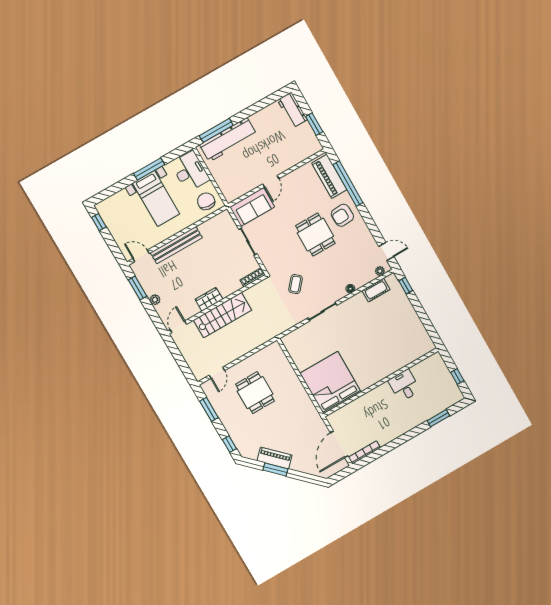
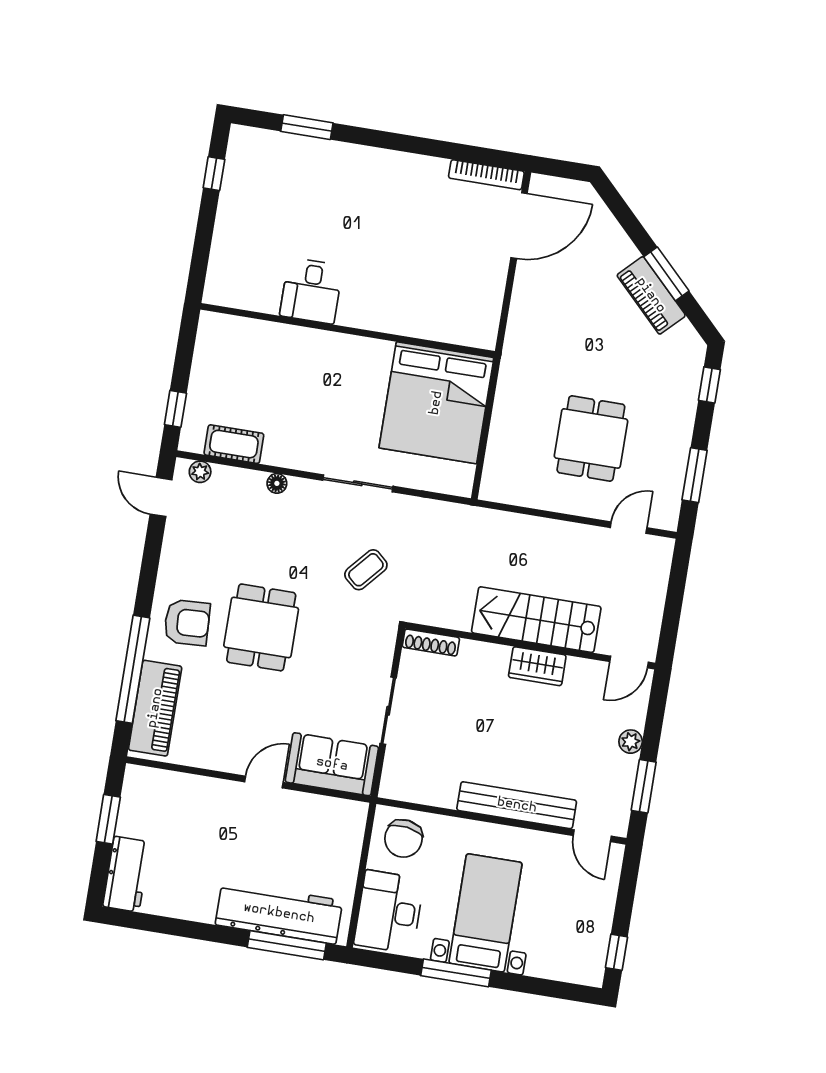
wall: (381, 382) -> (348, 330), moved
bed: (330, 383) -> (436, 403), moved
desk: (404, 386) -> (311, 291), moved

